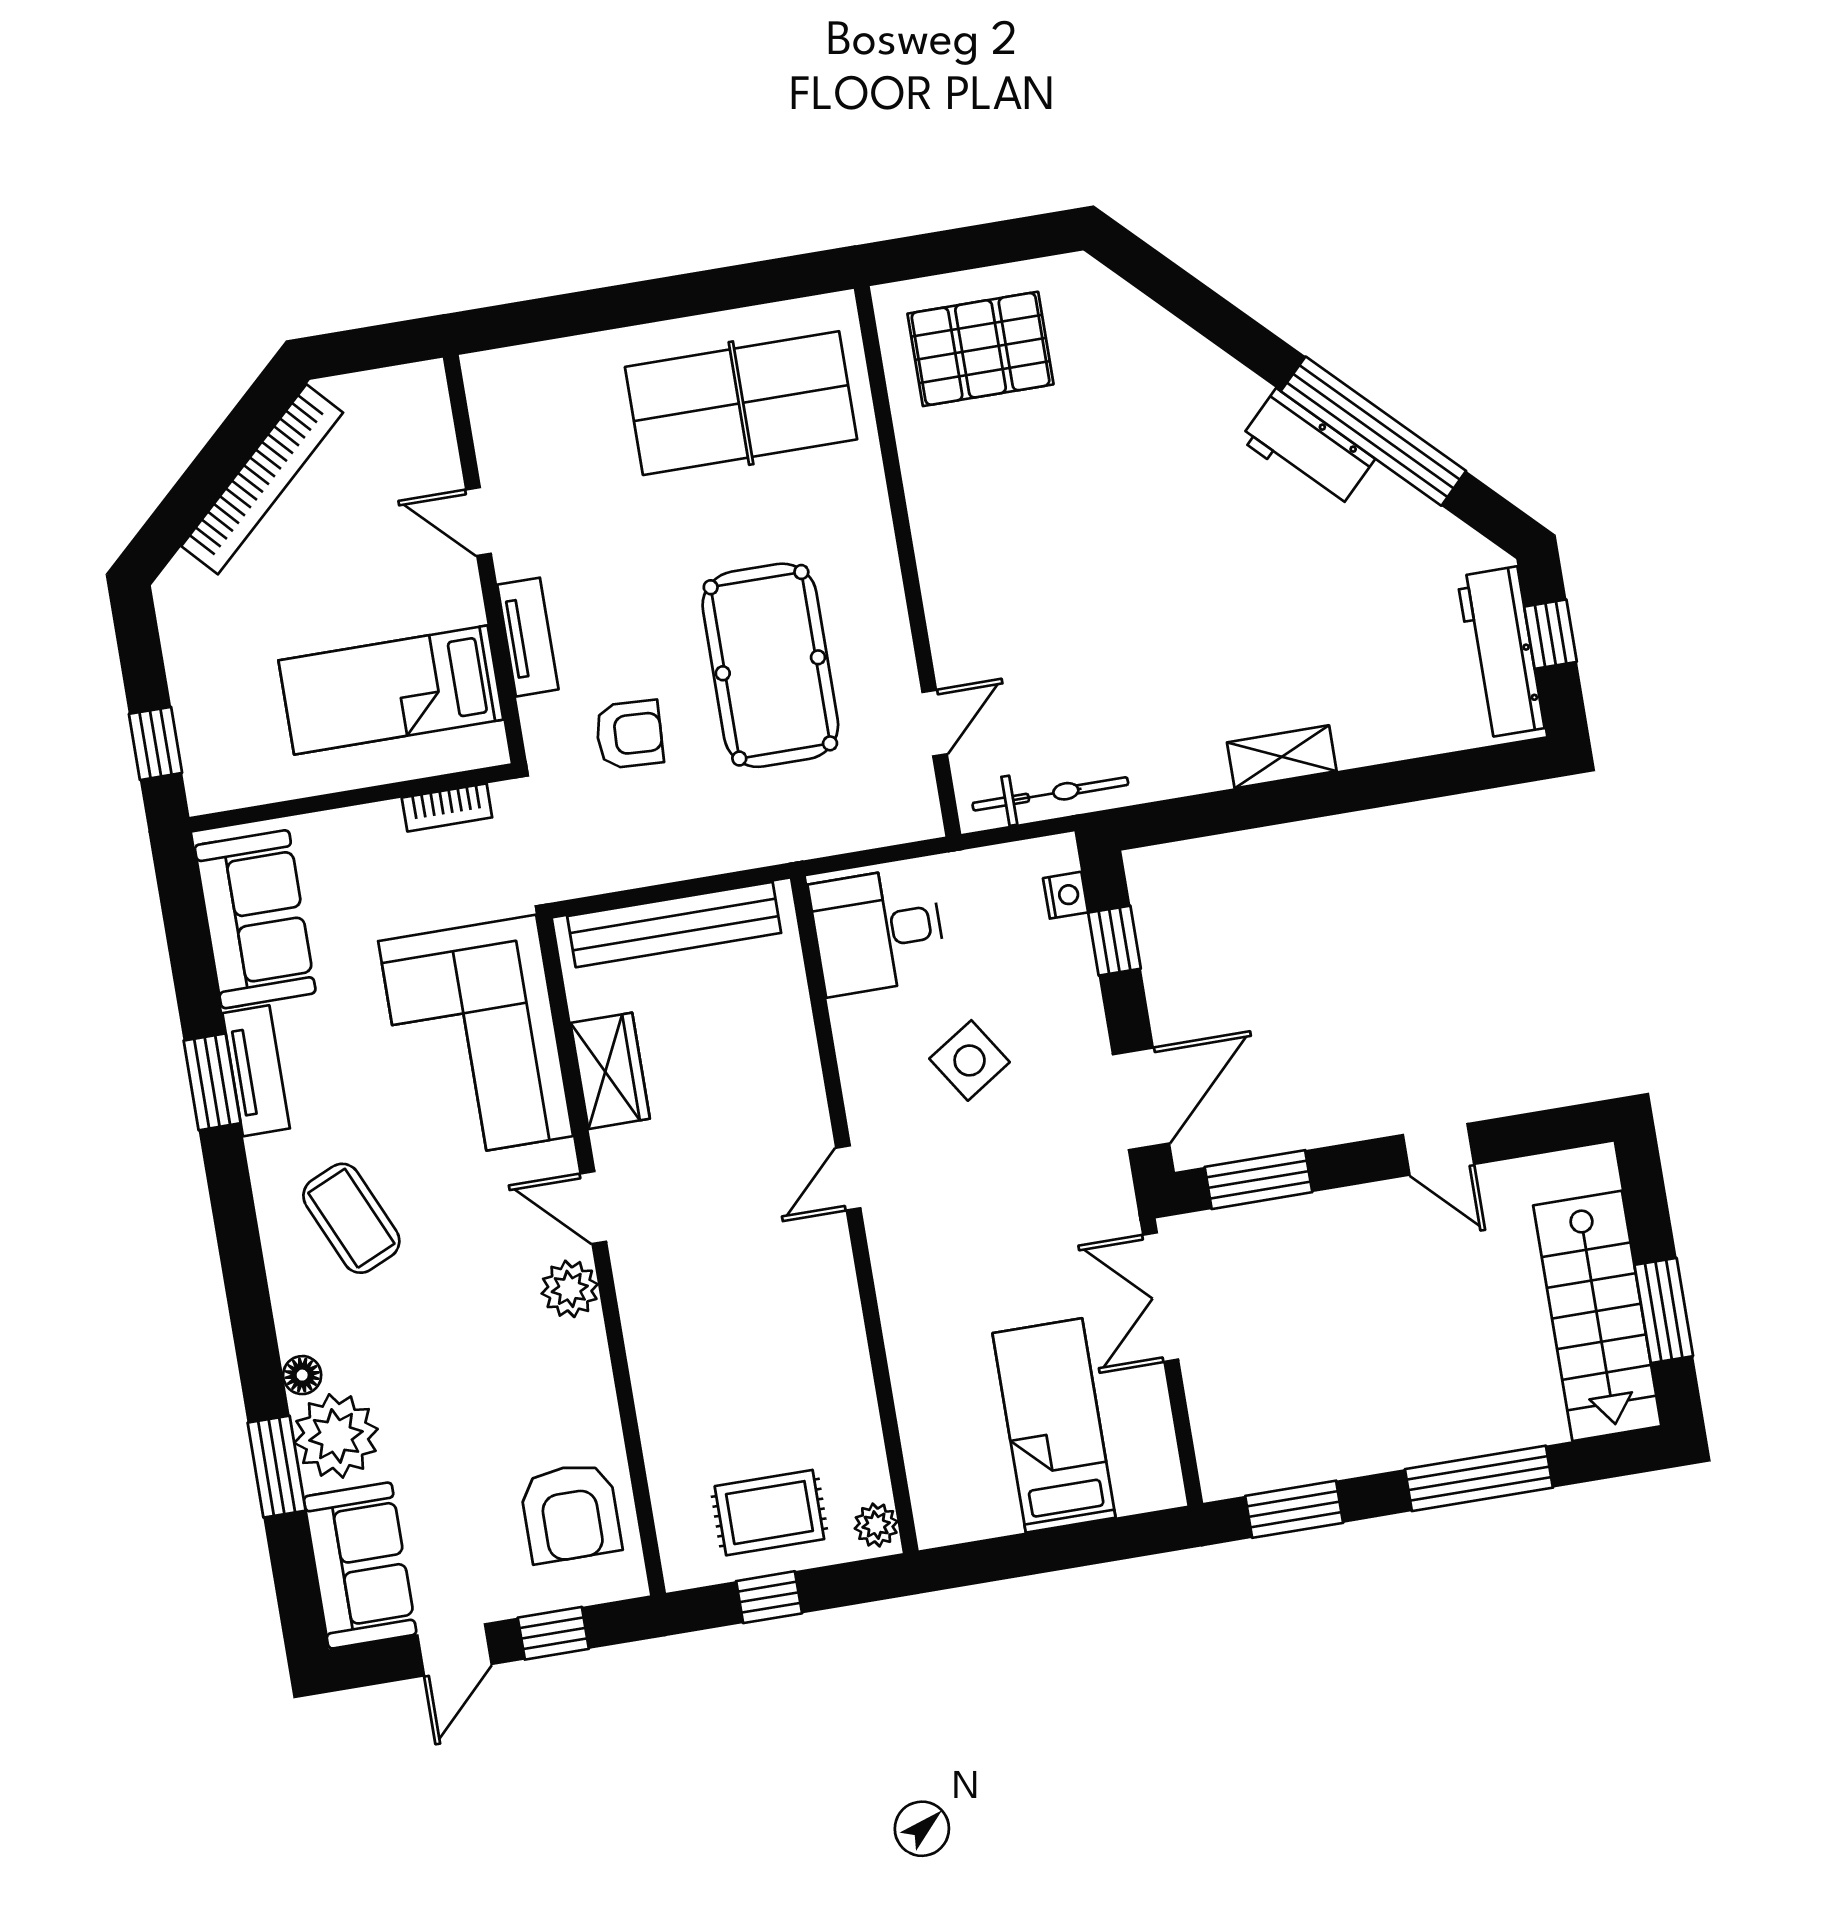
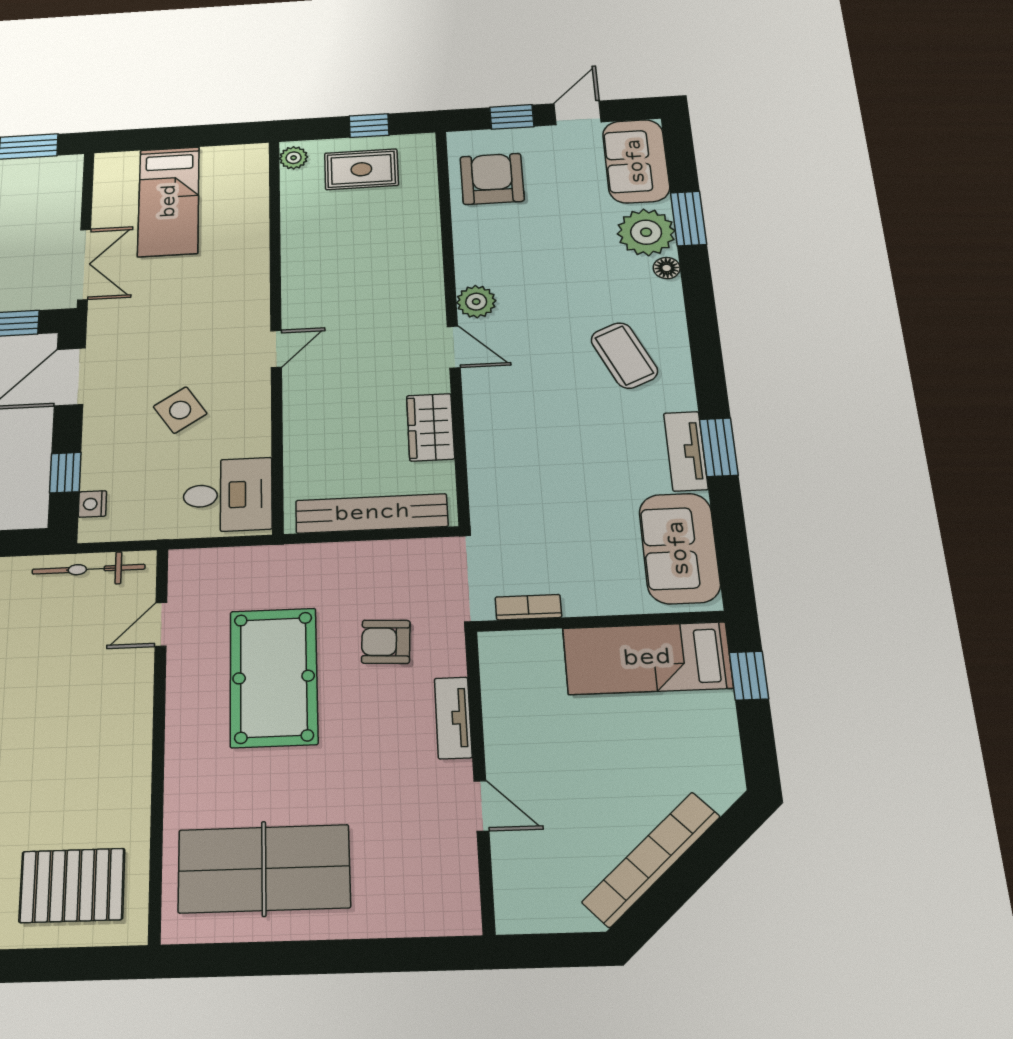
bed: (391, 690) -> (647, 658), moved, turned 180
corner sofa: (476, 1039) -> (524, 456), removed

